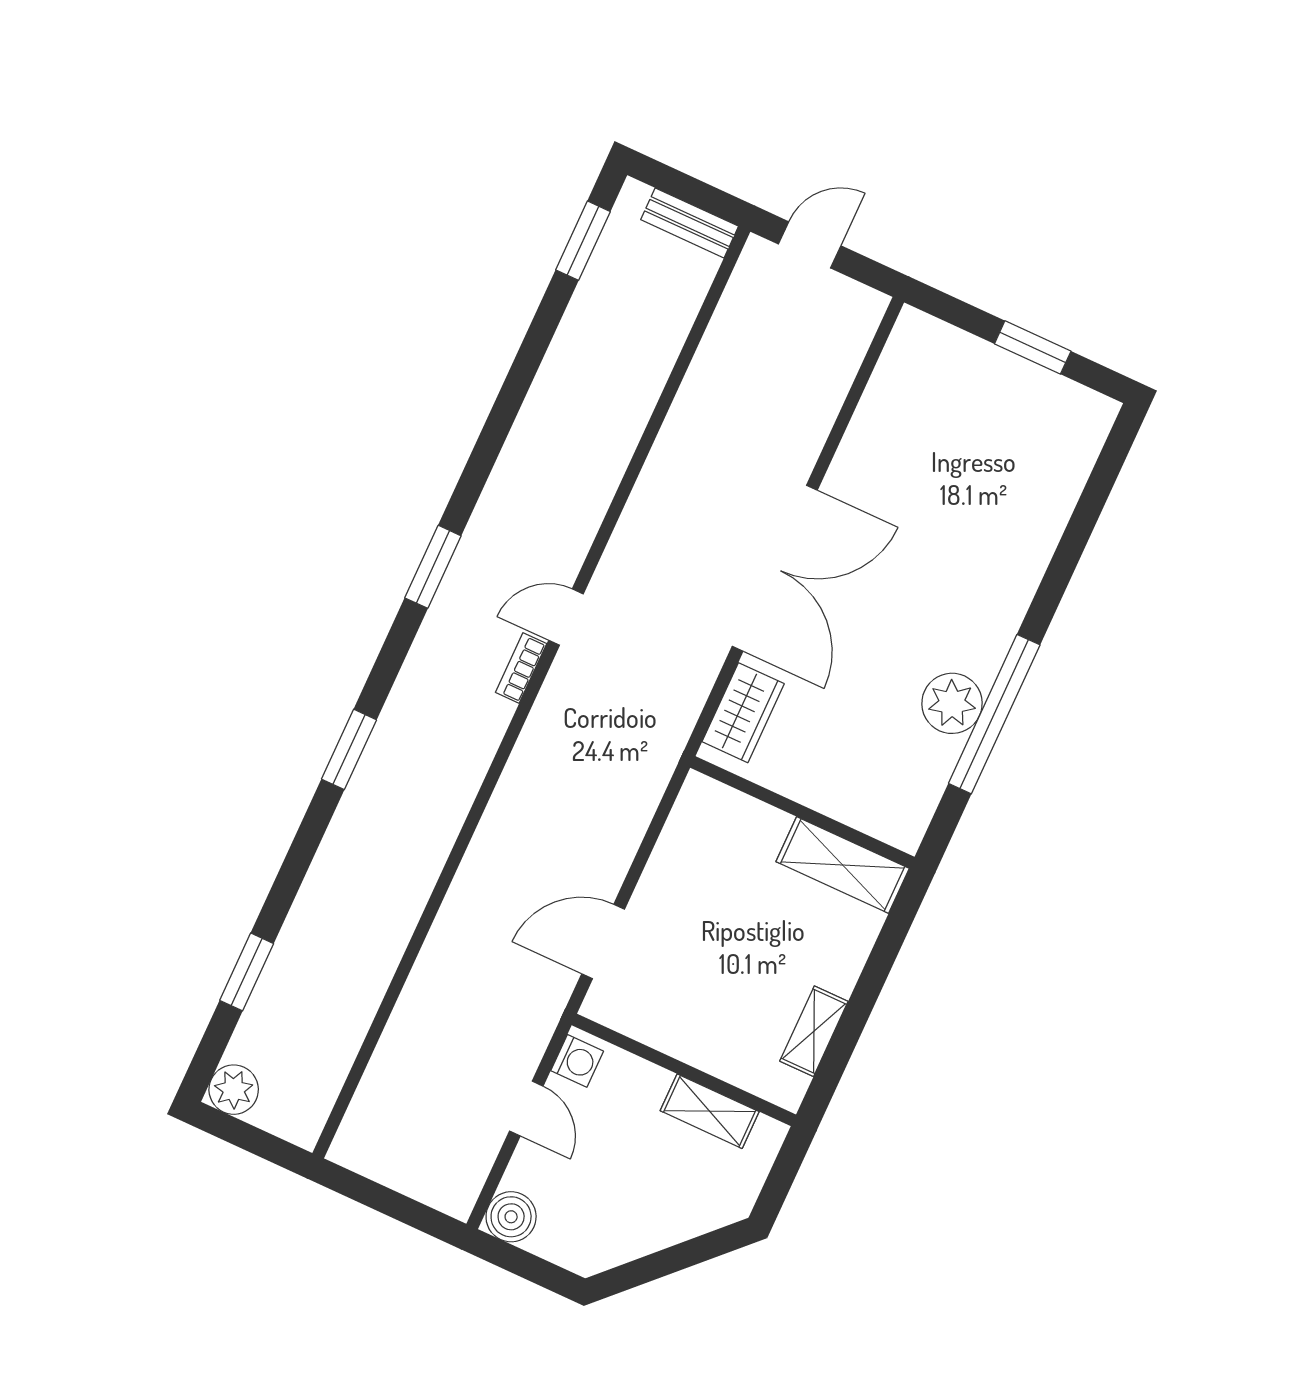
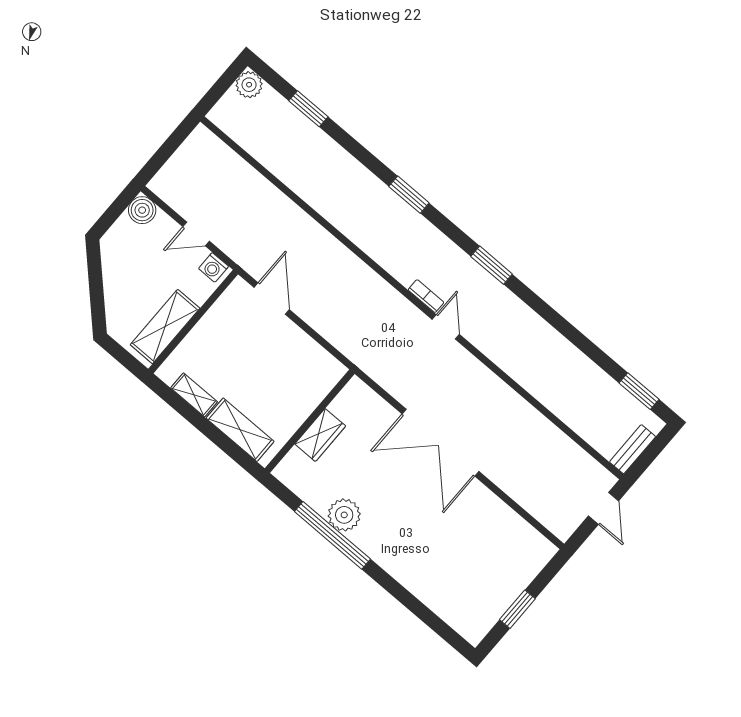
wardrobe: (743, 713) -> (320, 435), moved, turned -90
shelving: (843, 865) -> (240, 430), moved, turned 90
shelving: (710, 1111) -> (165, 327), width x1.50, depth x1.33

